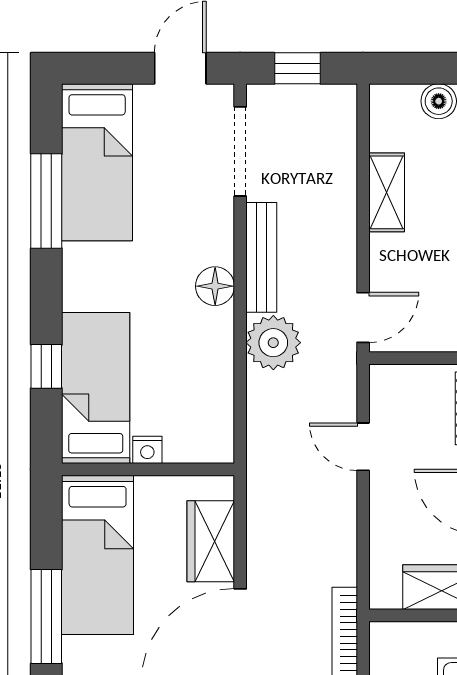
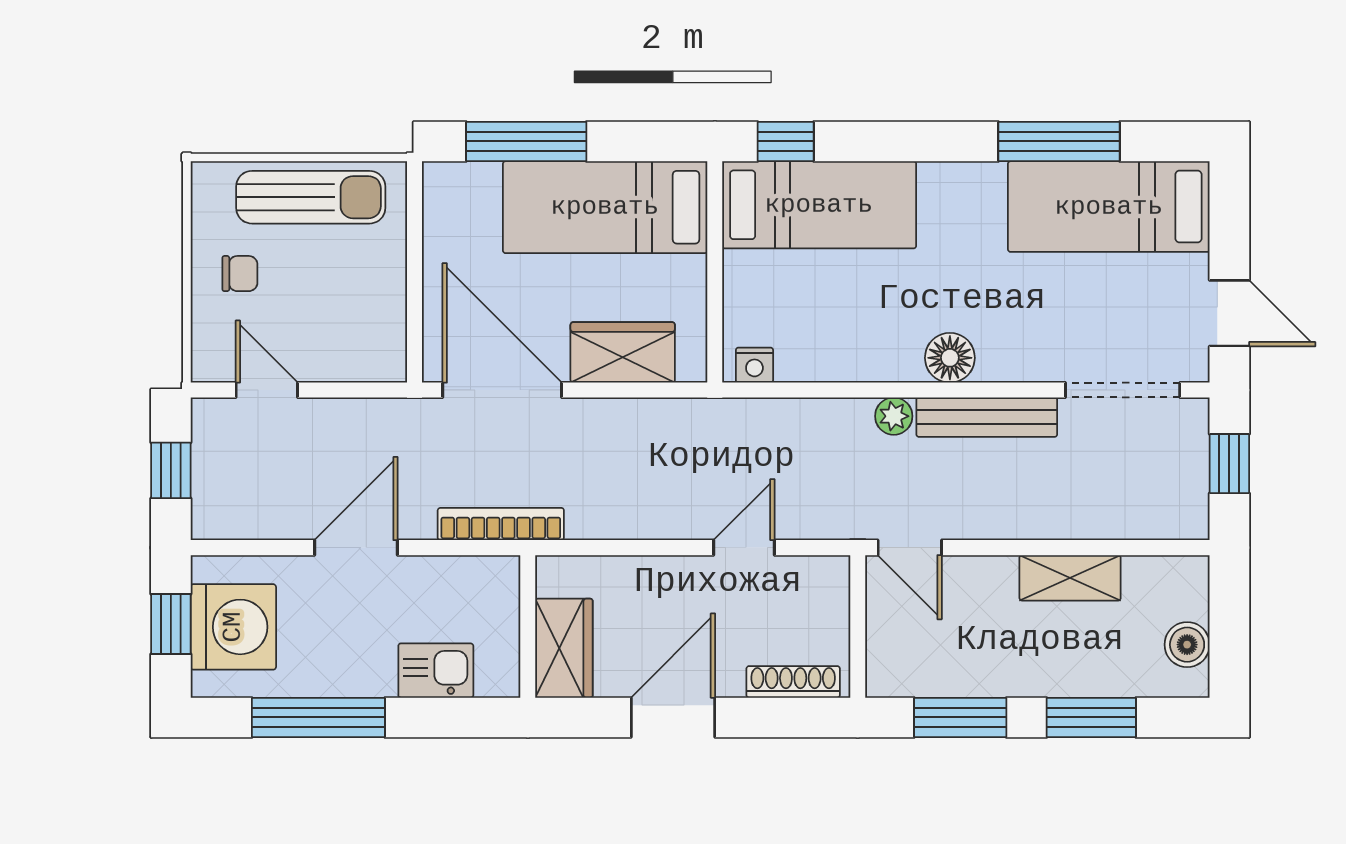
plant: (273, 343) -> (894, 416), width x0.53, depth x0.53
window: (46, 366) -> (786, 141), moved
nightstand: (147, 450) -> (754, 365), moved, turned -90

